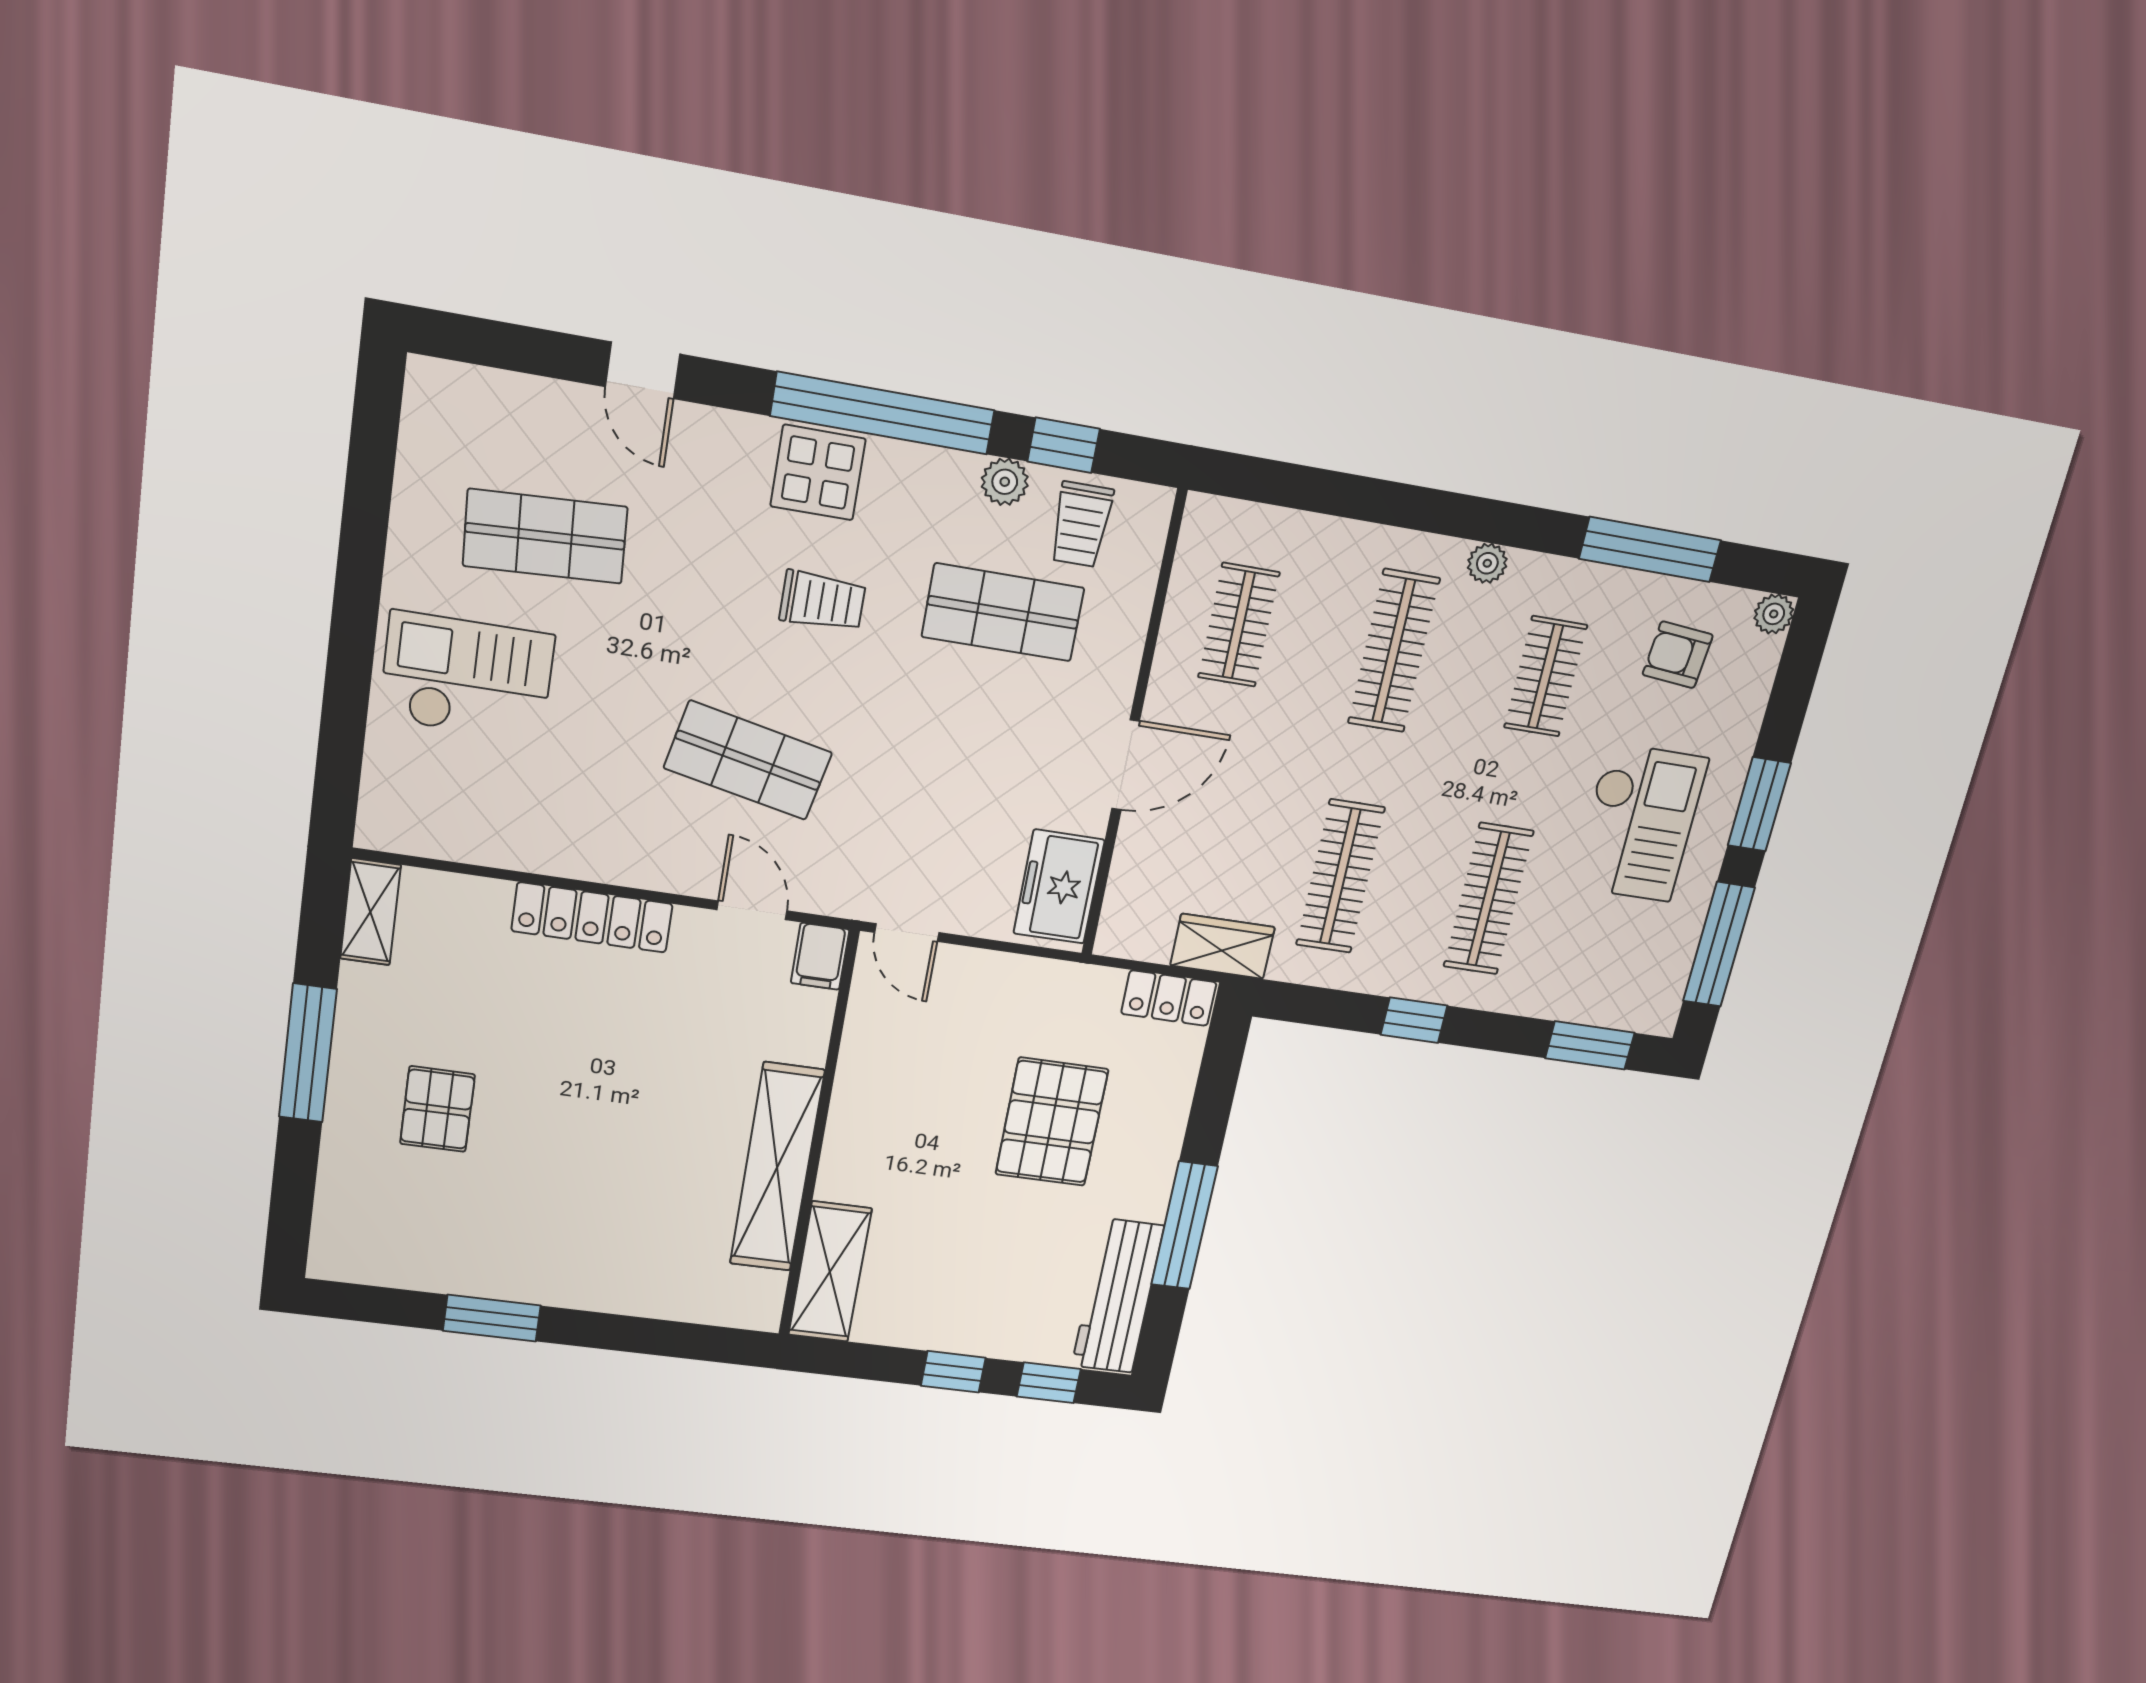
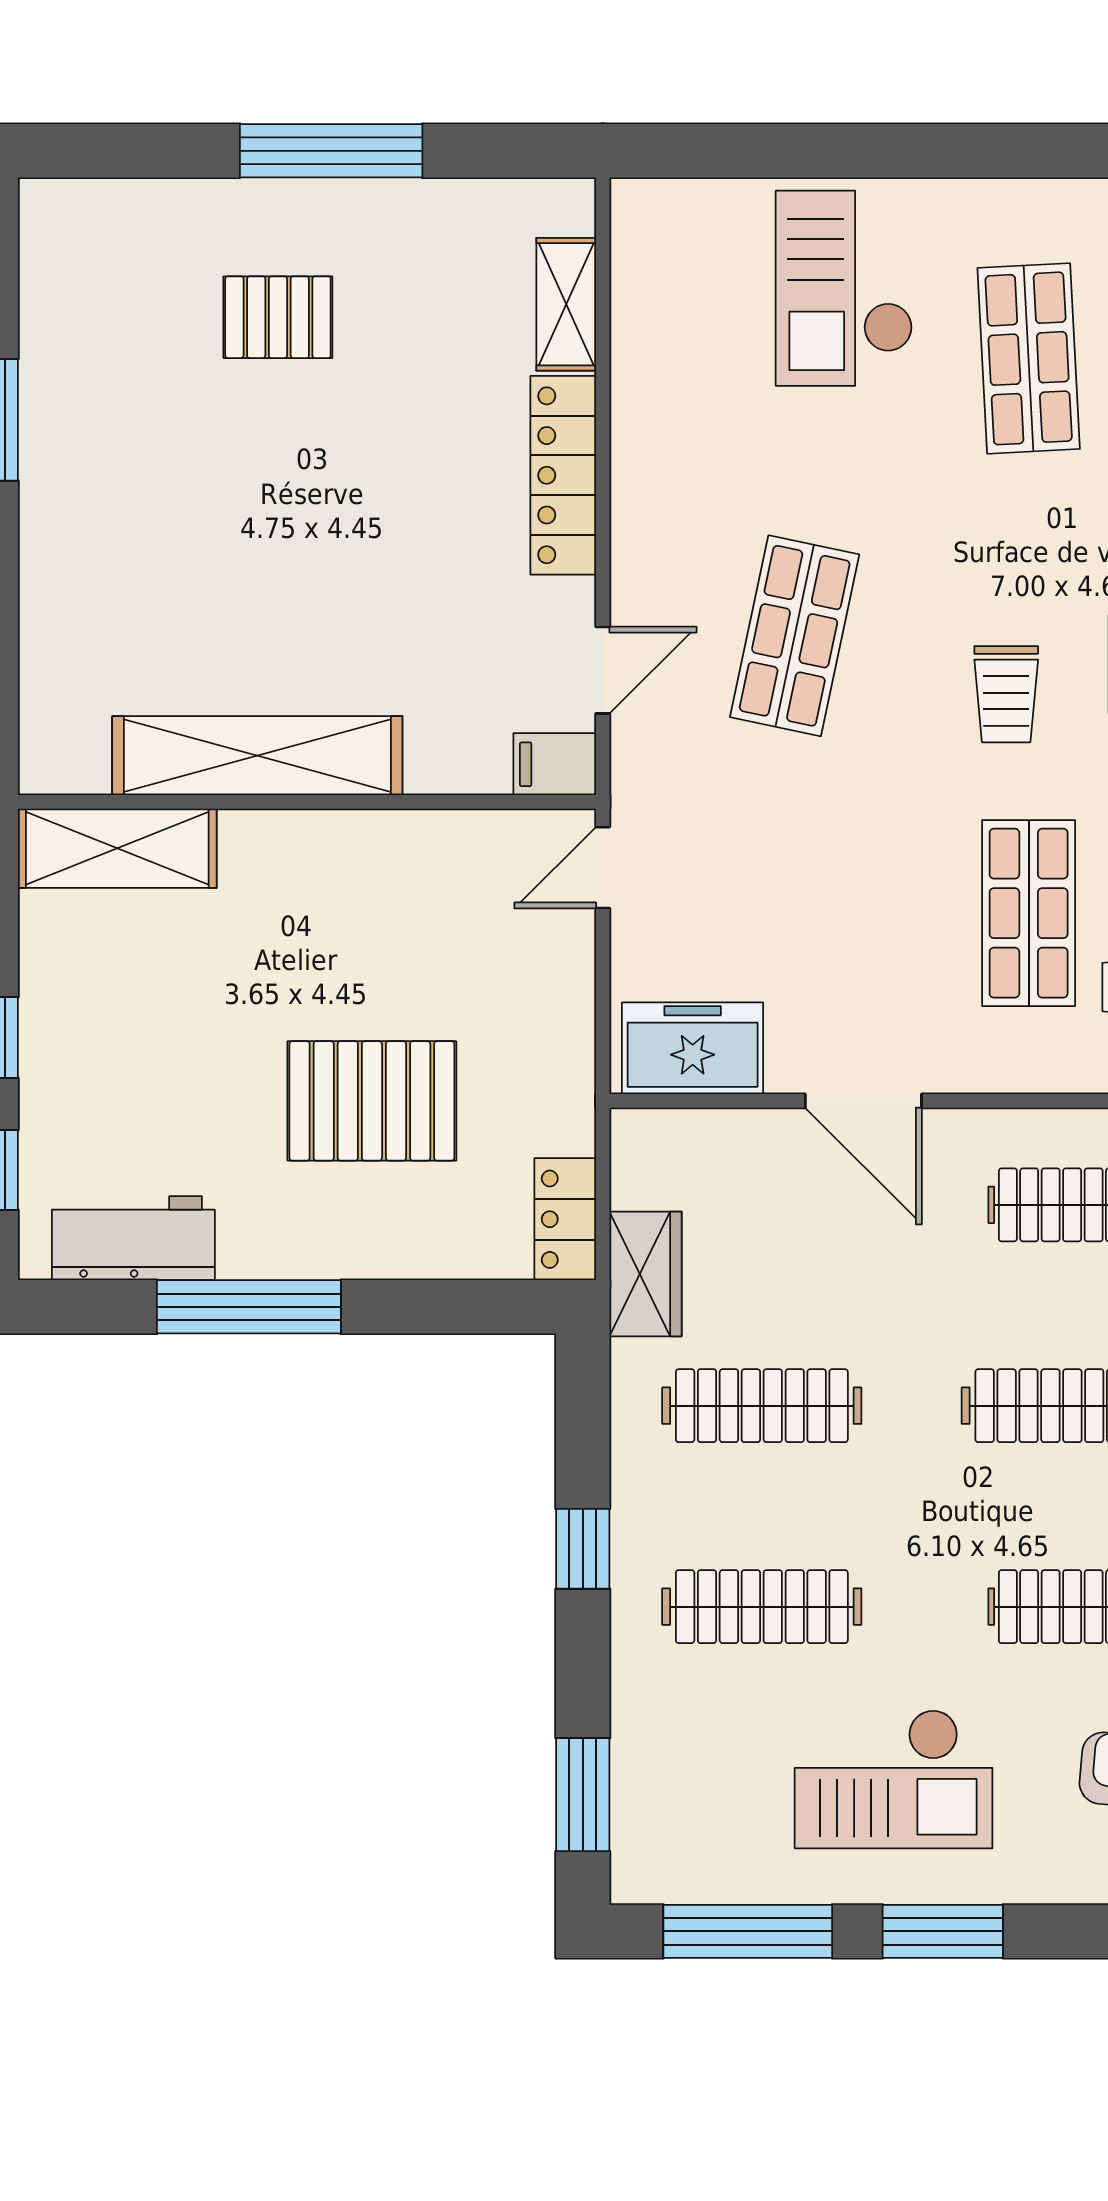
checkout: (467, 677) -> (844, 288), turned 180
shelving: (370, 912) -> (566, 304), moved, turned 90
workbench: (1118, 1296) -> (133, 1238), width x0.73

